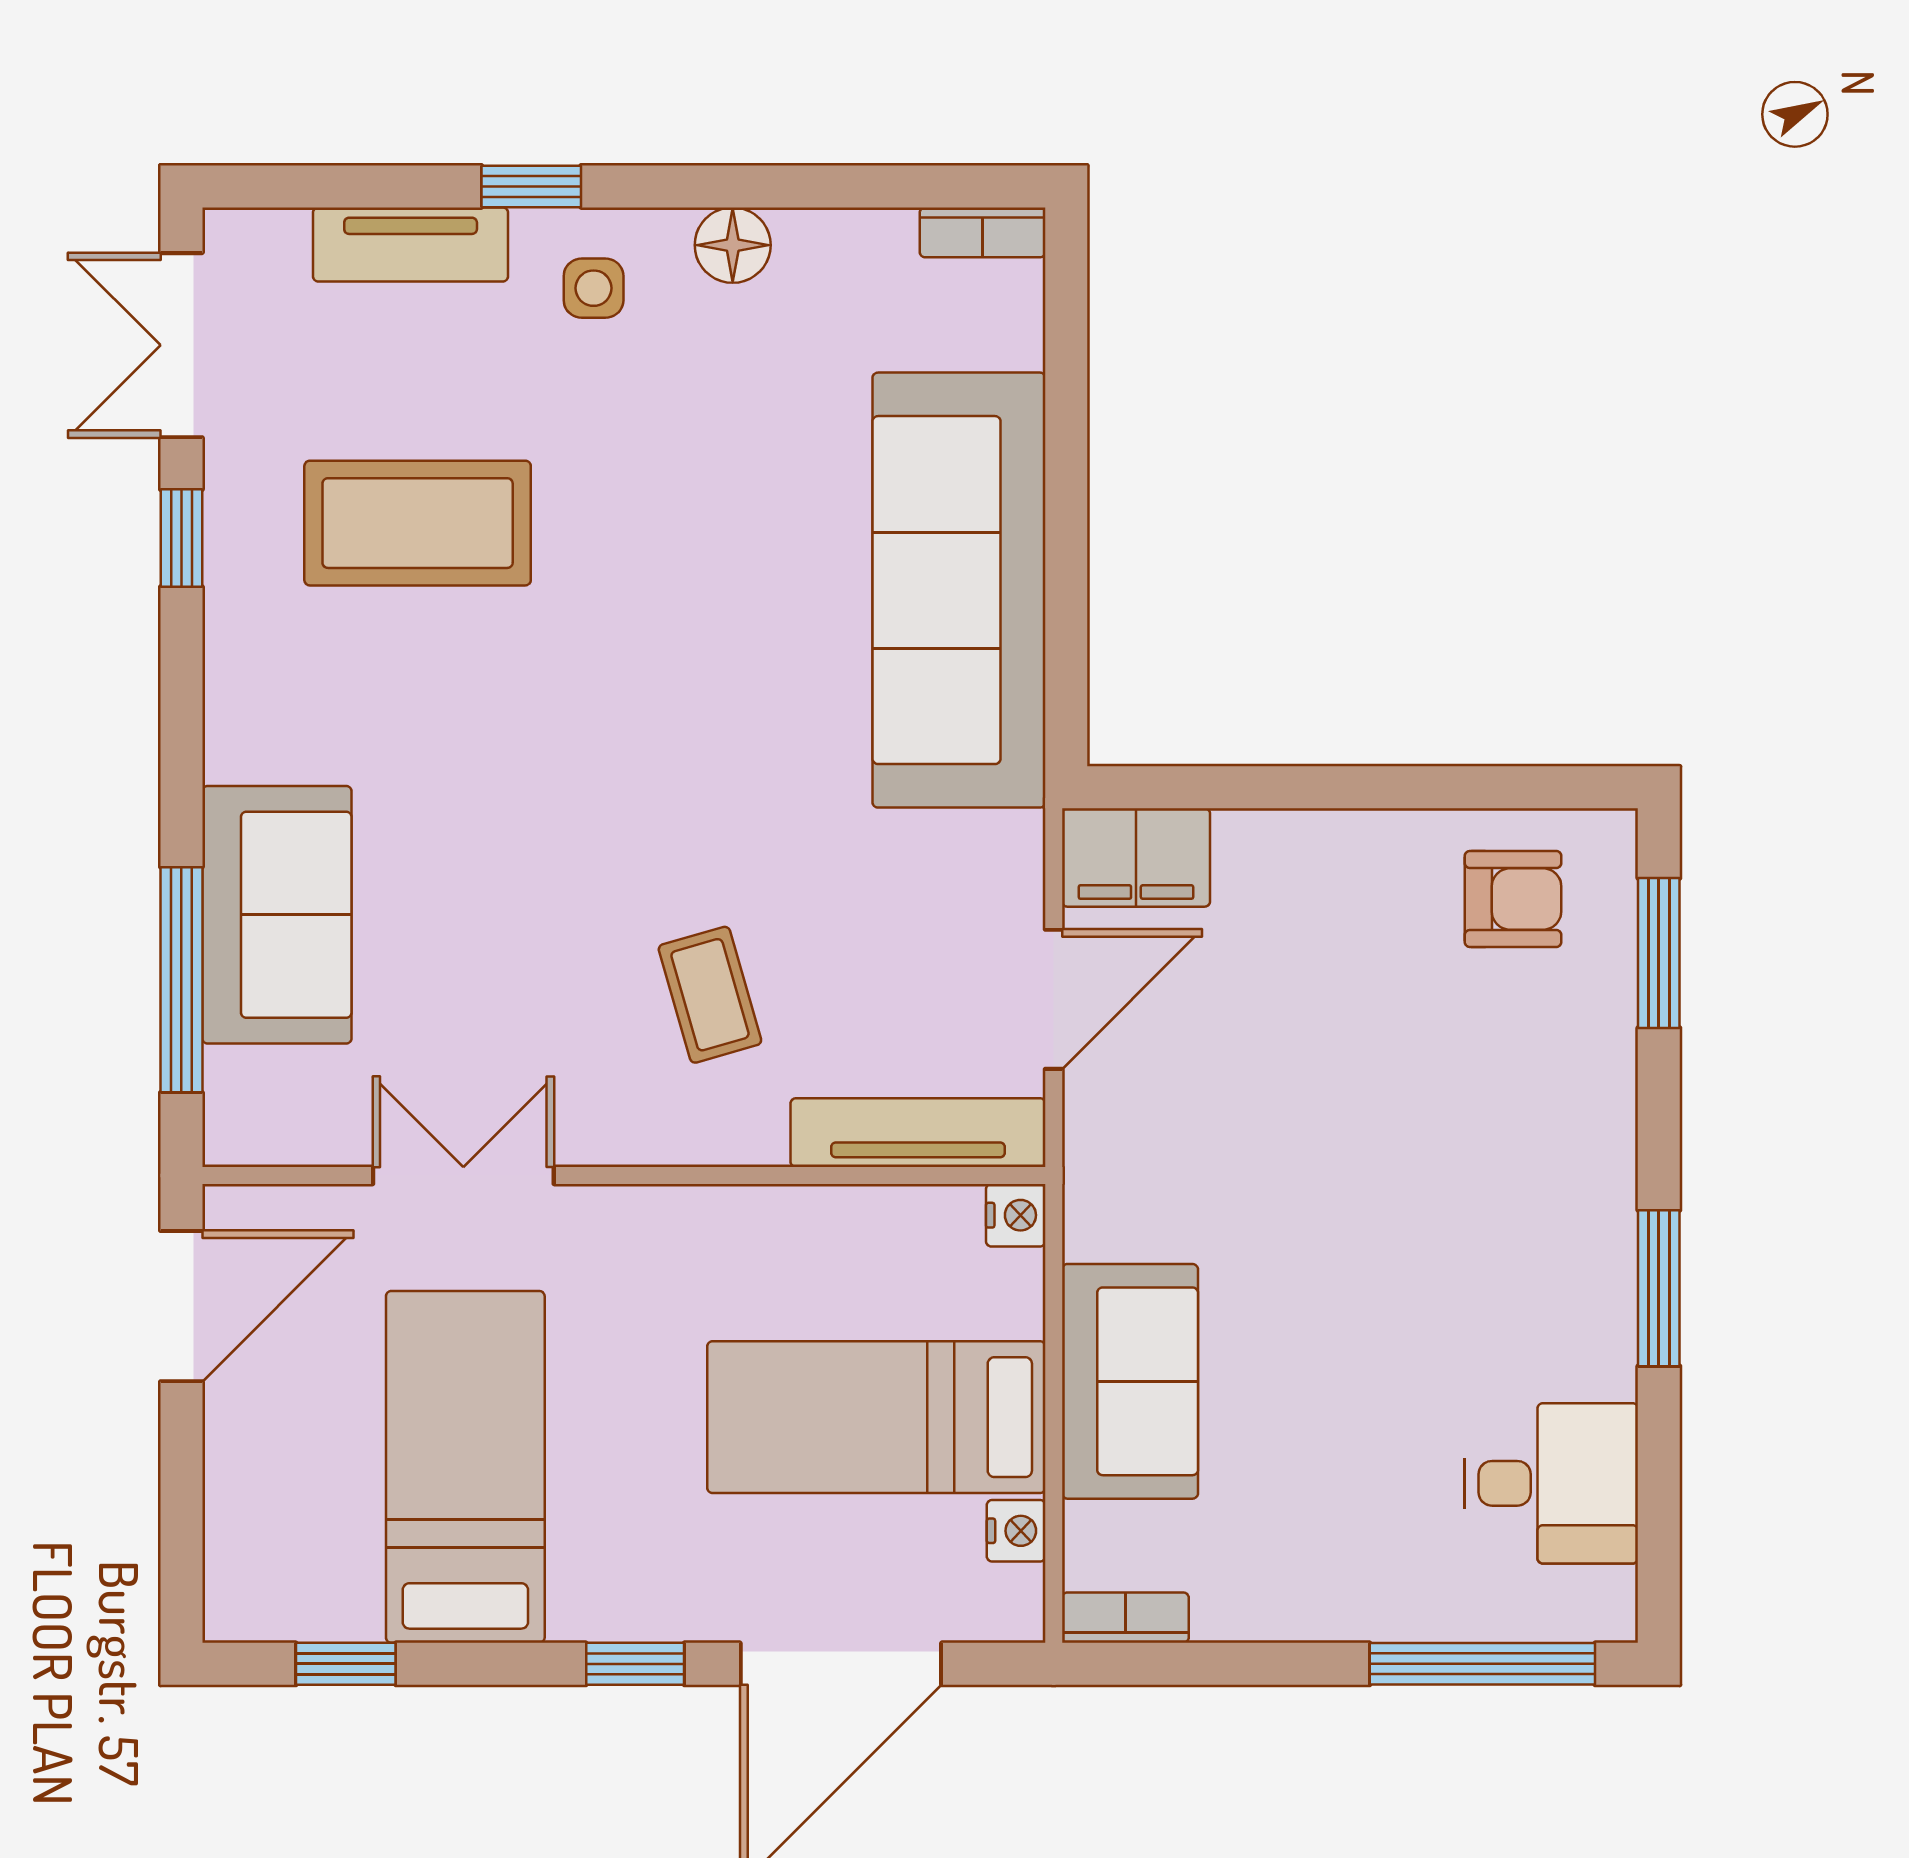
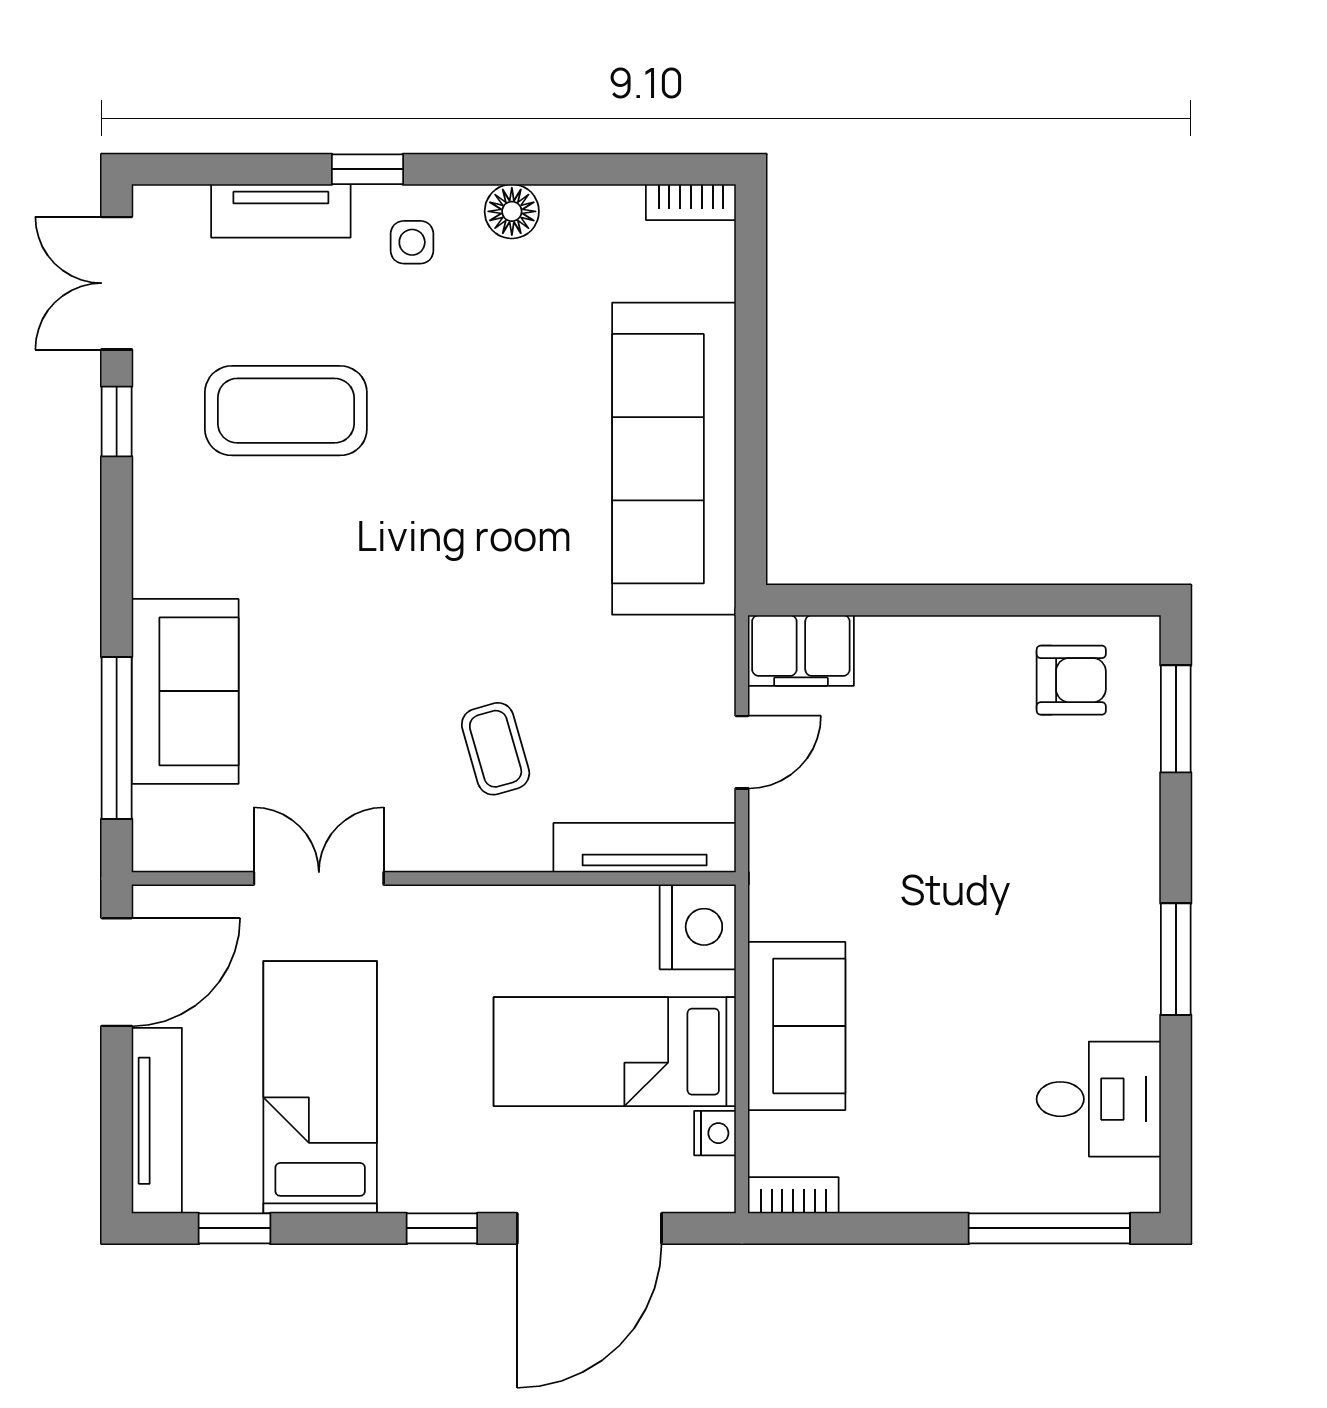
door: (1054, 999) -> (742, 752), width x0.73
nightstand: (1016, 1215) -> (698, 927), width x1.89, depth x1.79
tv unit: (237, 1513) -> (157, 1121), added

